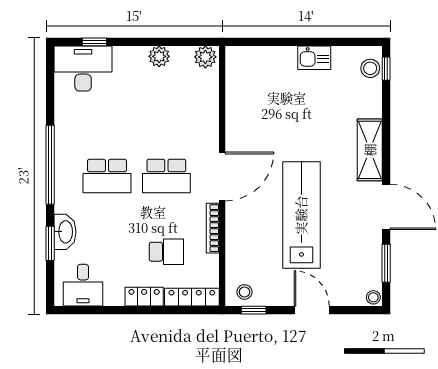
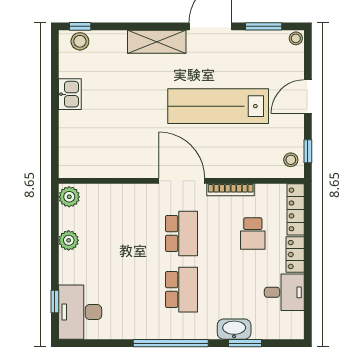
school desk: (166, 252) -> (253, 234), turned 180
desk: (83, 285) -> (284, 292), moved

